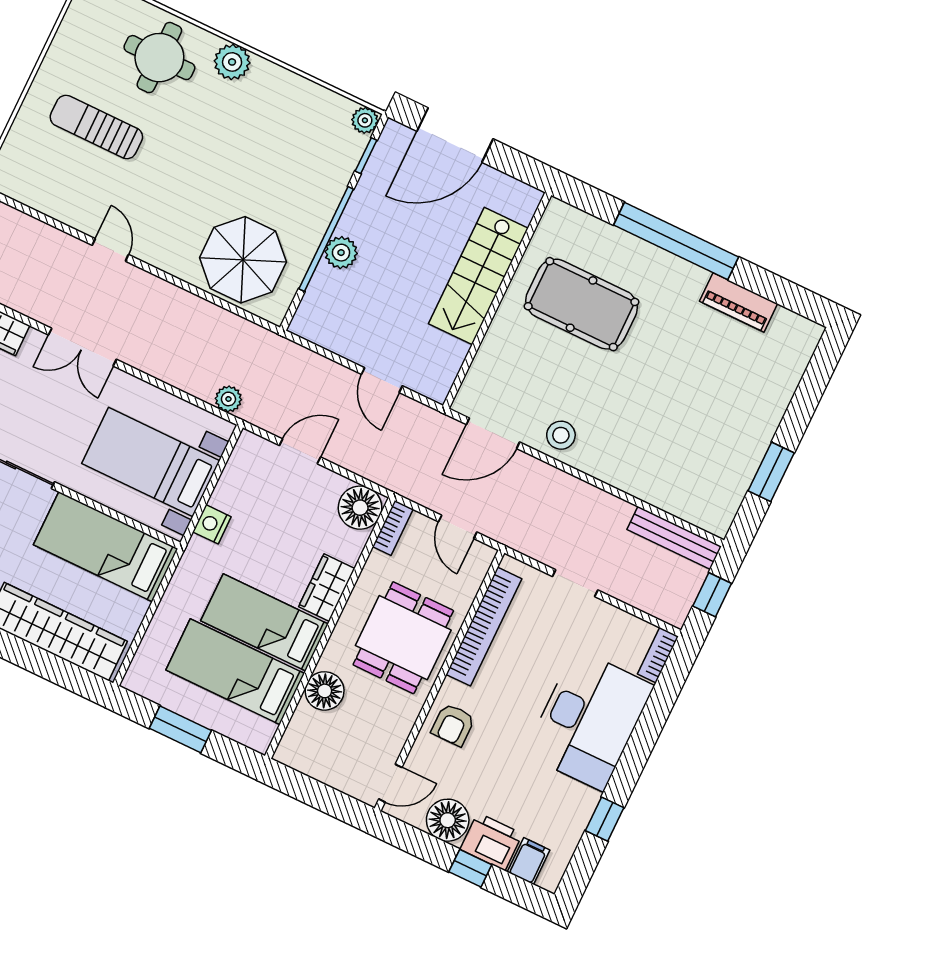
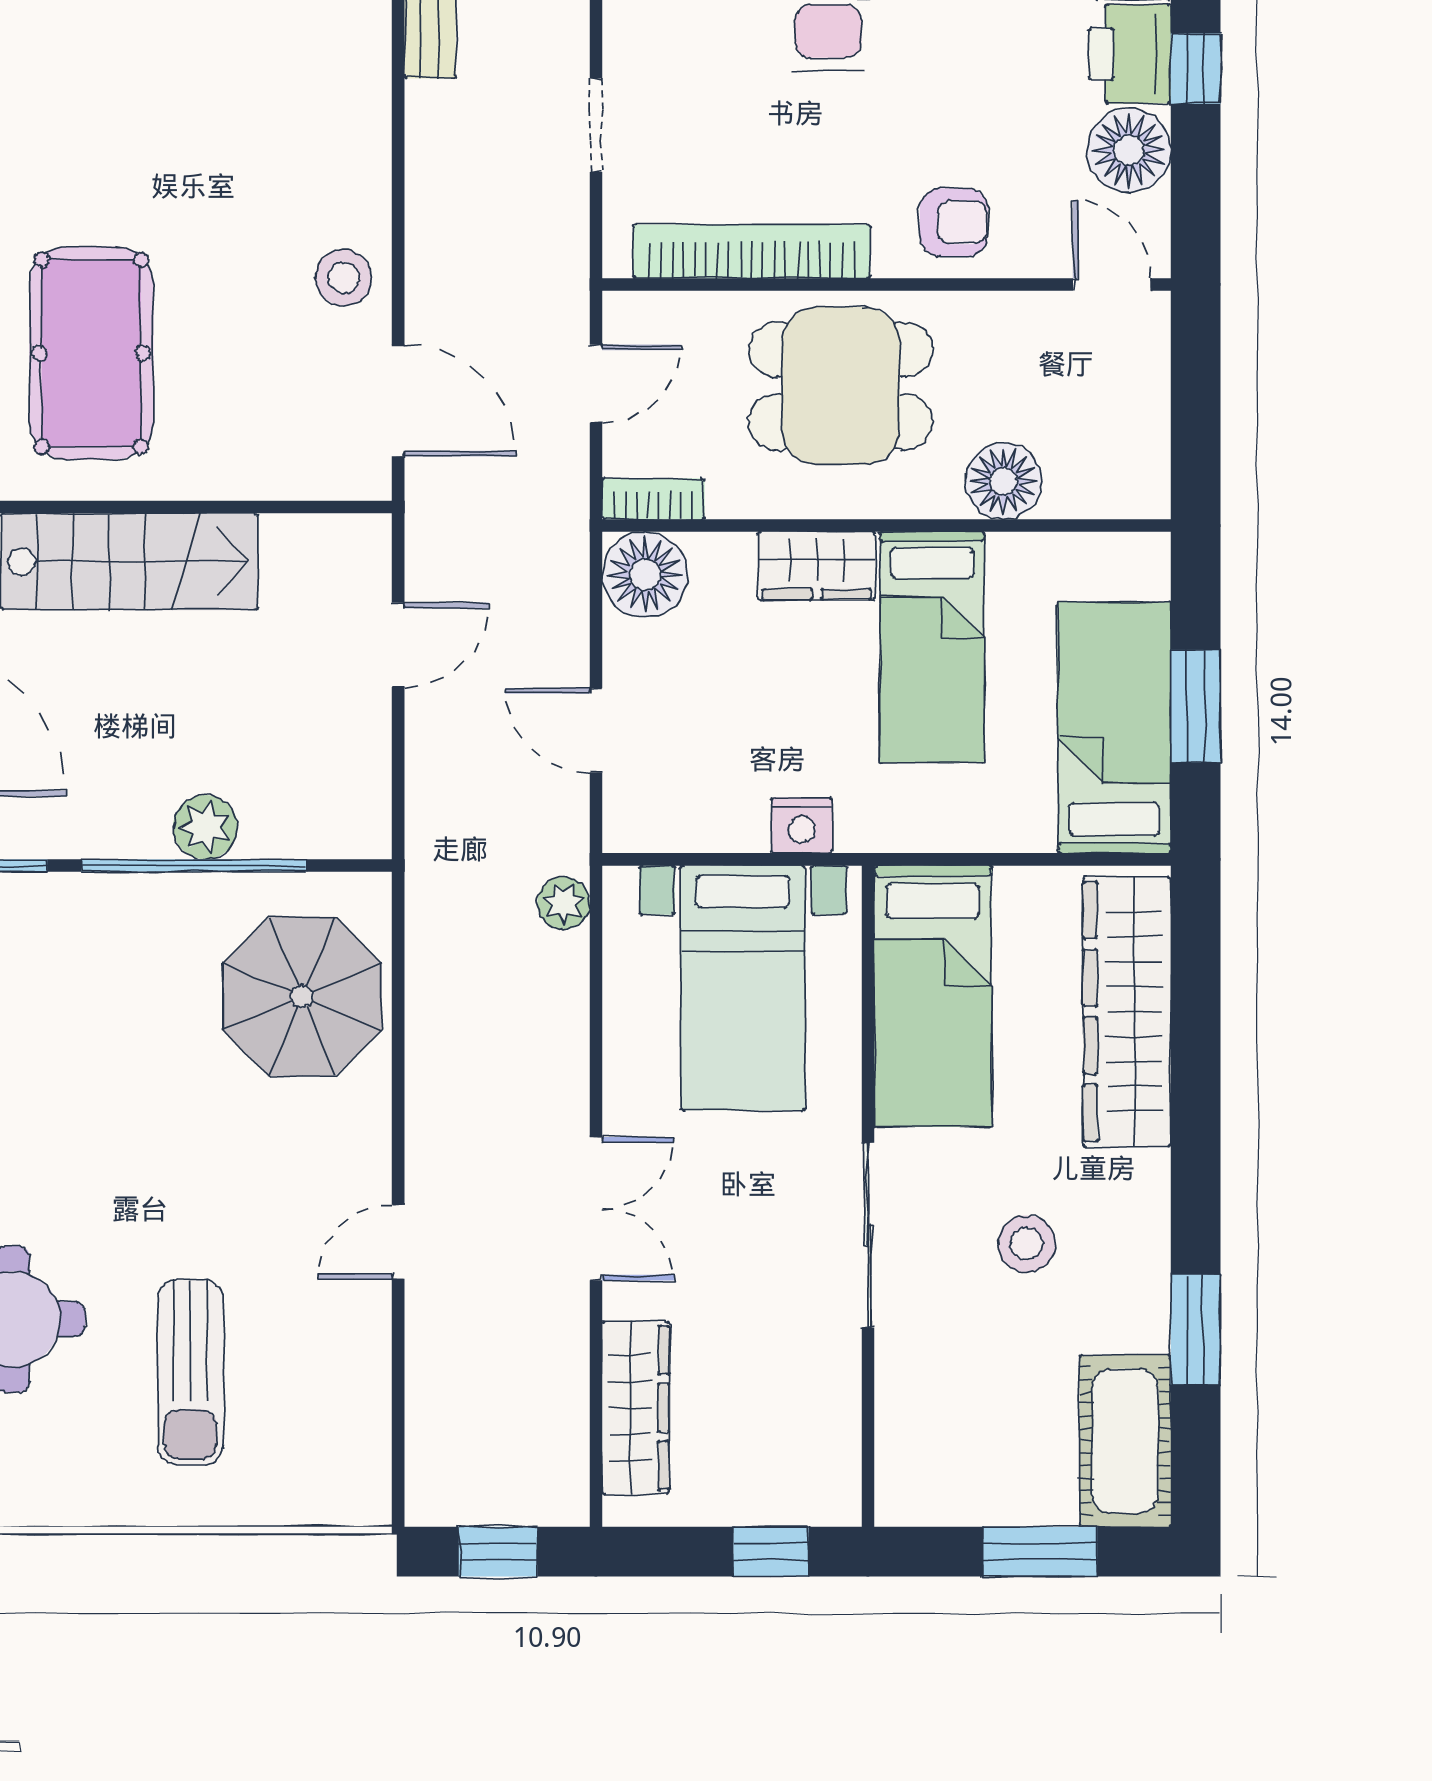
bed: (235, 672) -> (1114, 728), moved, turned 180

